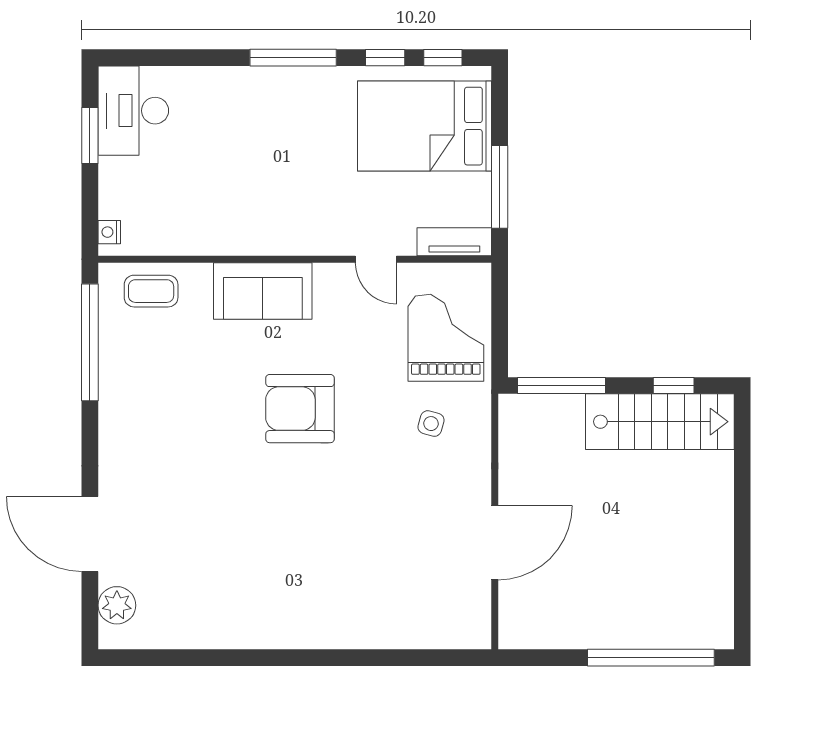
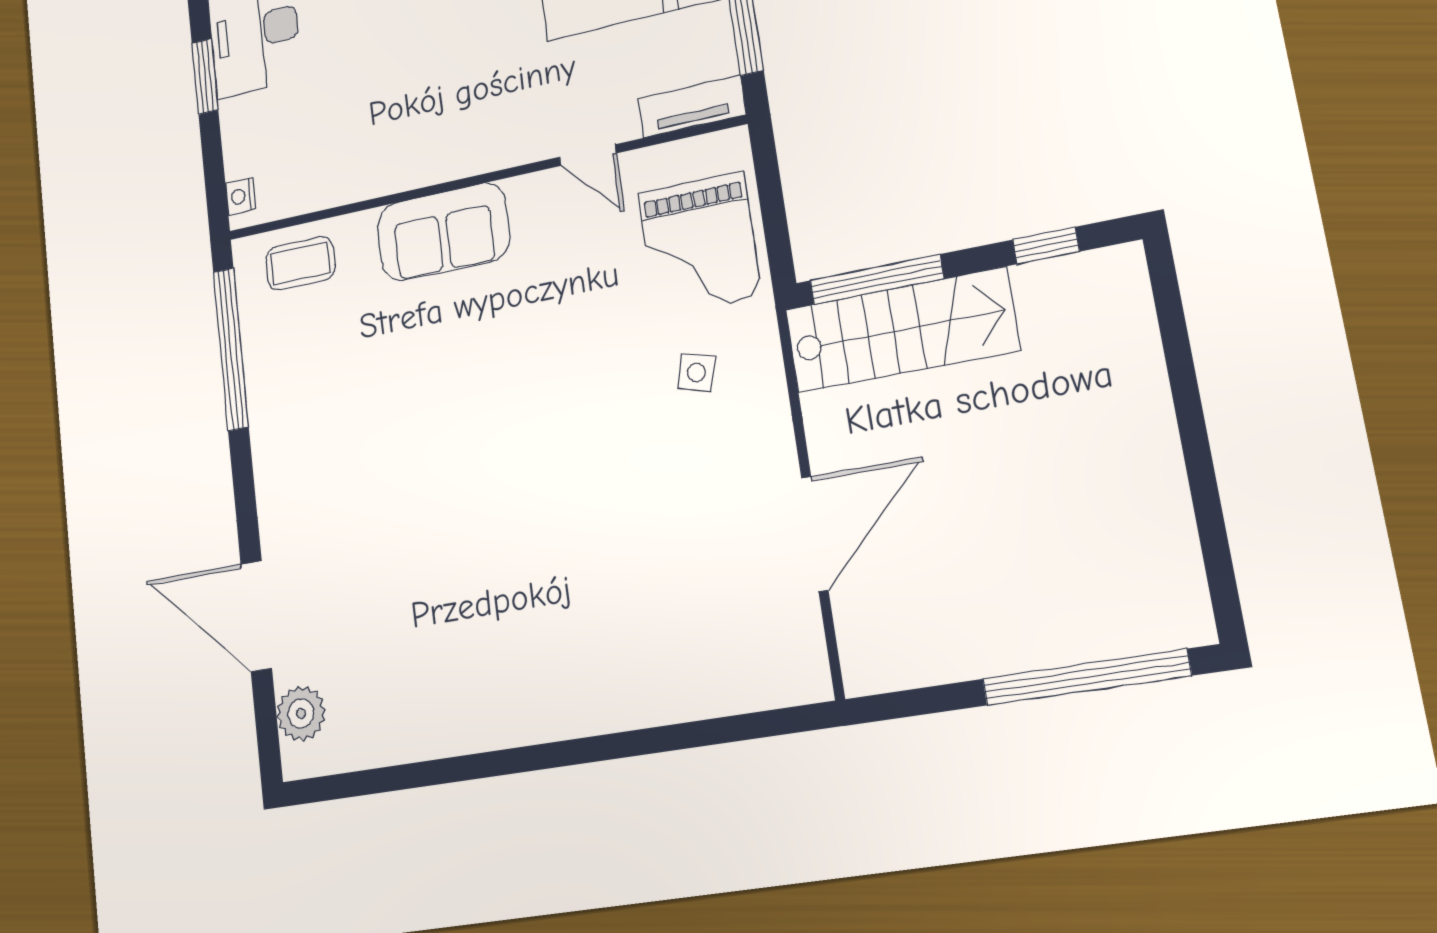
grand piano: (446, 338) -> (699, 244), turned 180
armchair: (300, 409) -> (512, 386), removed
stairs: (660, 422) -> (901, 330), moved

